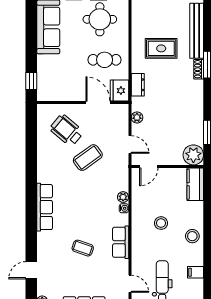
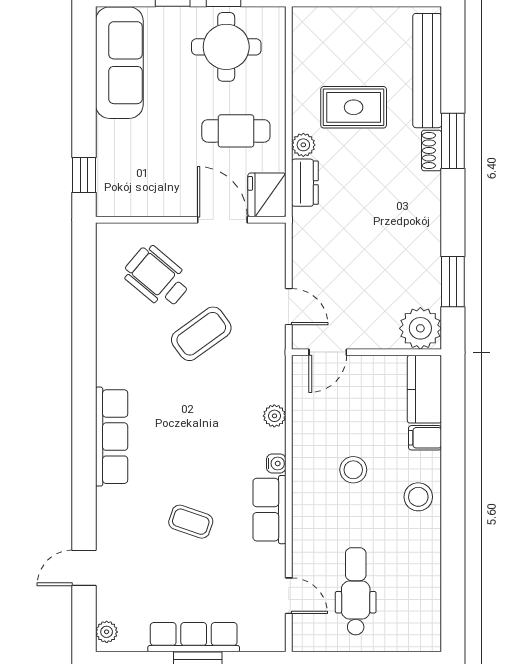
plant: (137, 117) -> (303, 145), moved
water cooler: (124, 208) -> (276, 463), moved
filing cabinet: (196, 272) -> (425, 438), moved

